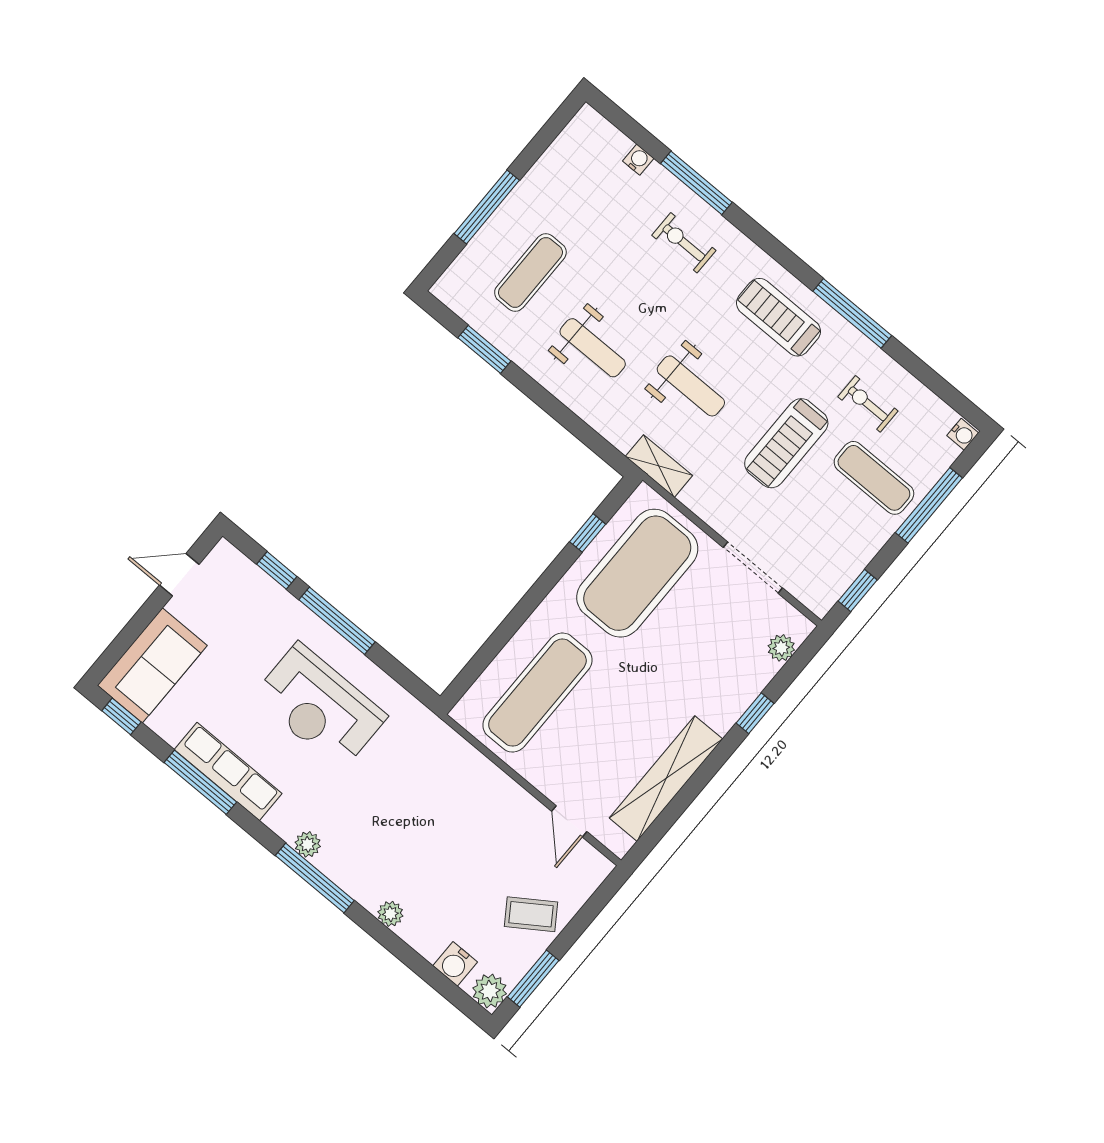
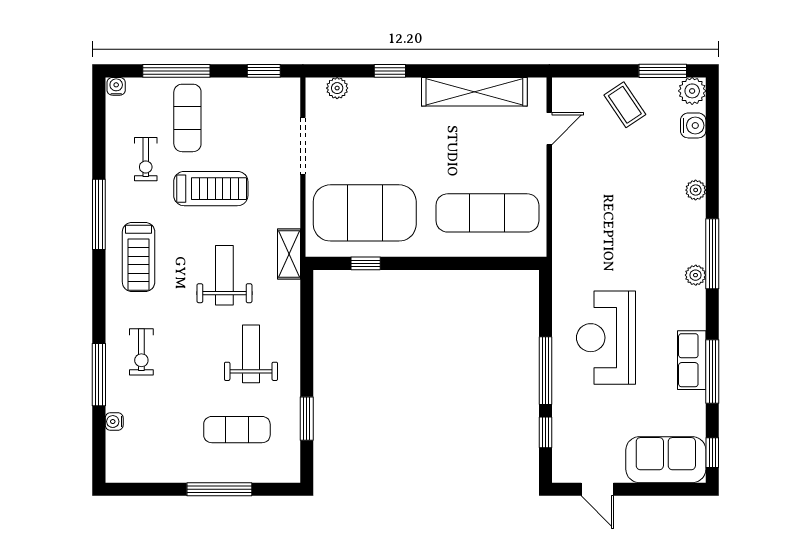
reception desk: (320, 706) -> (606, 338), turned 180
row of seats: (228, 771) -> (692, 360), width x0.68

